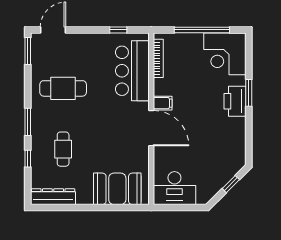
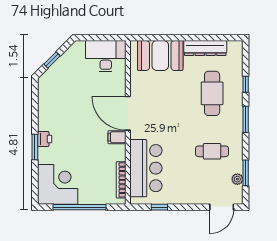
window: (28, 51) -> (246, 173), moved
plant: (37, 59) -> (237, 179), added
cafe table: (63, 88) -> (212, 151), width x0.73, depth x0.74
printer: (235, 101) -> (45, 139), width x0.53, depth x0.68
cafe table: (63, 149) -> (212, 93), width x1.37, depth x1.35
dresser: (53, 197) -> (205, 48), moved

